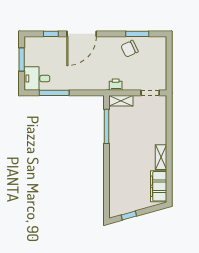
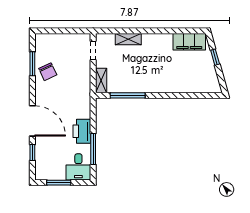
printer: (116, 85) -> (82, 131), moved, width x1.87, depth x1.48
shelving: (161, 157) -> (128, 39), moved
window: (129, 216) -> (215, 57), moved

